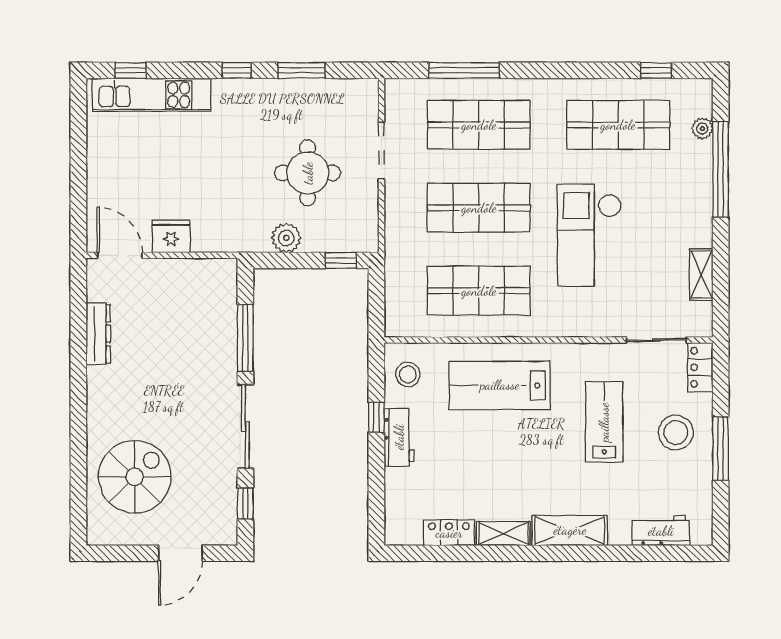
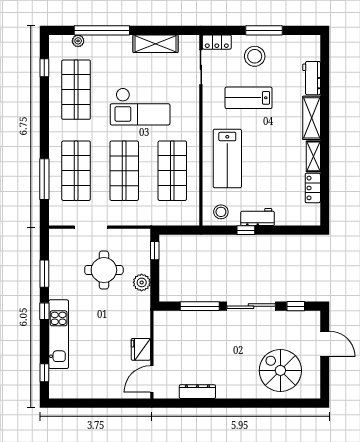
kitchen unit: (151, 95) -> (59, 334), moved
shelving: (701, 275) -> (155, 44), width x1.50, depth x1.33
workbench: (661, 531) -> (312, 78), moved

